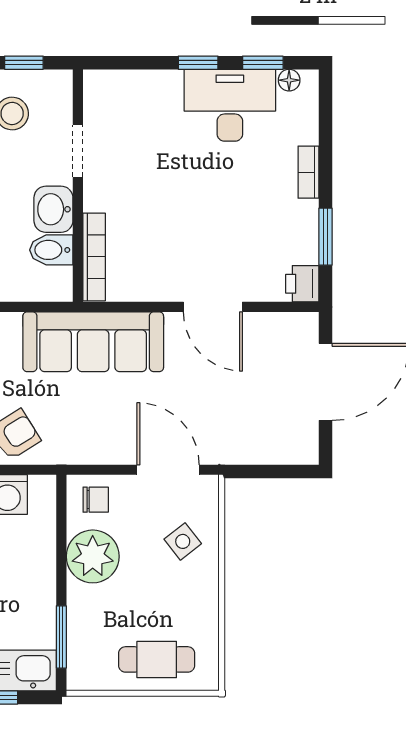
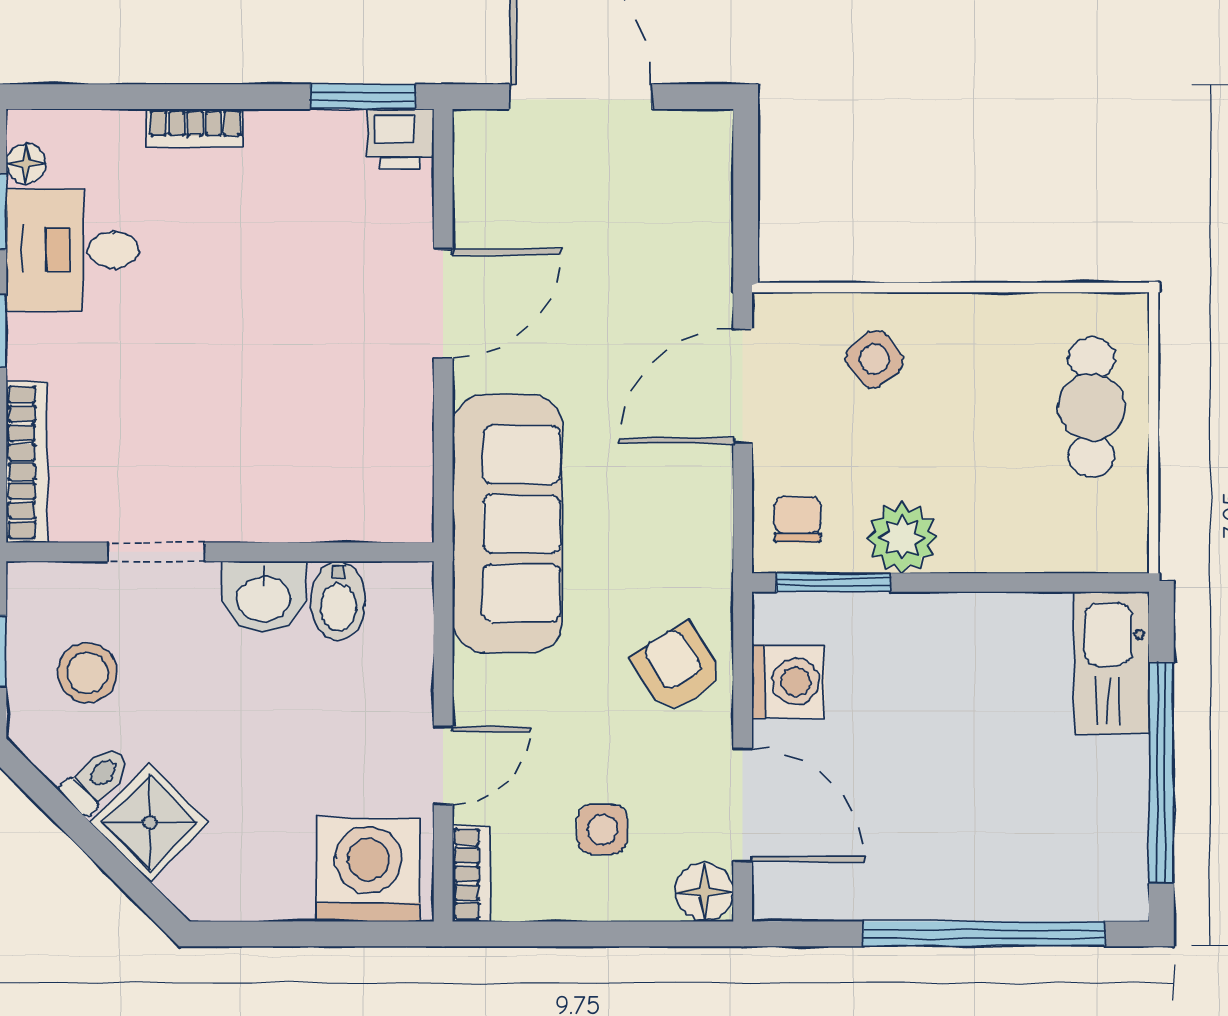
desk: (230, 105) -> (72, 250), width x0.73
window: (325, 237) -> (363, 97), moved
bookcase: (94, 257) -> (27, 462), moved, turned 90
plant: (93, 556) -> (902, 538), width x0.73, depth x0.73
window: (61, 637) -> (833, 582), moved

